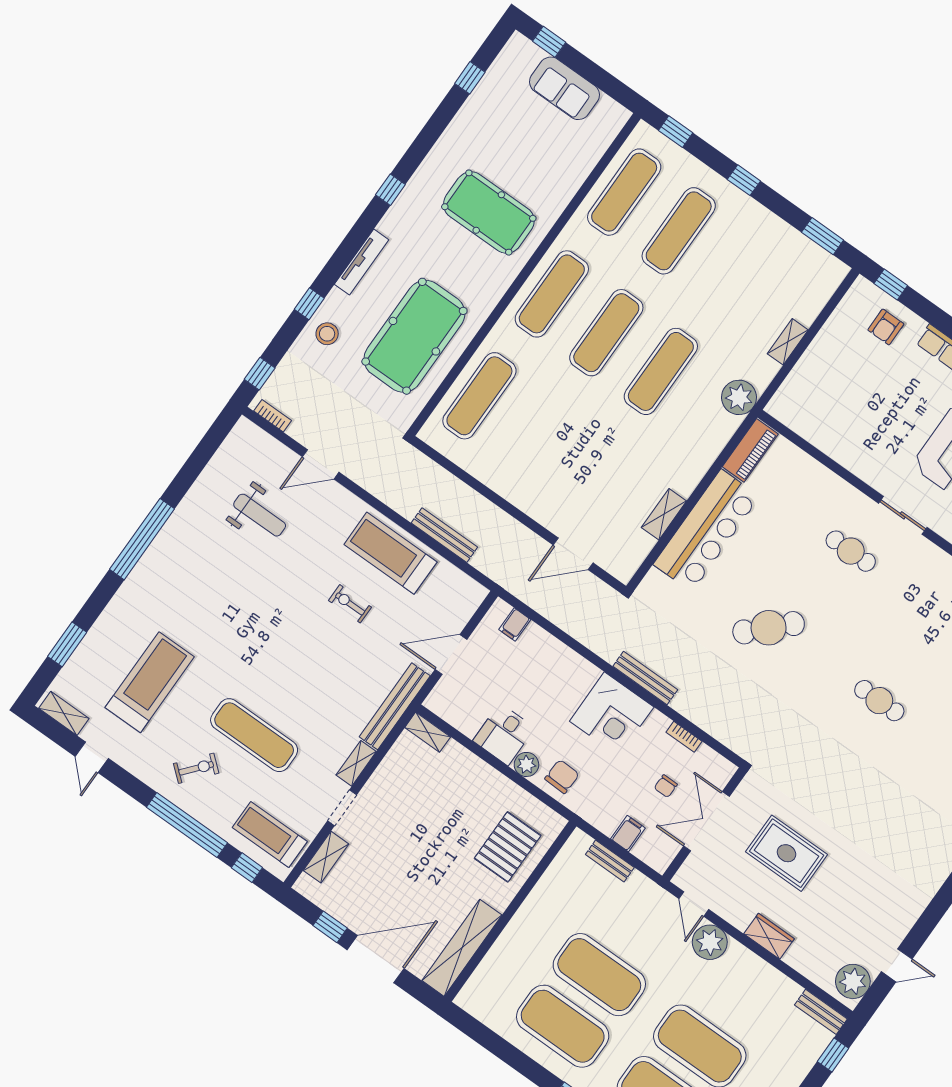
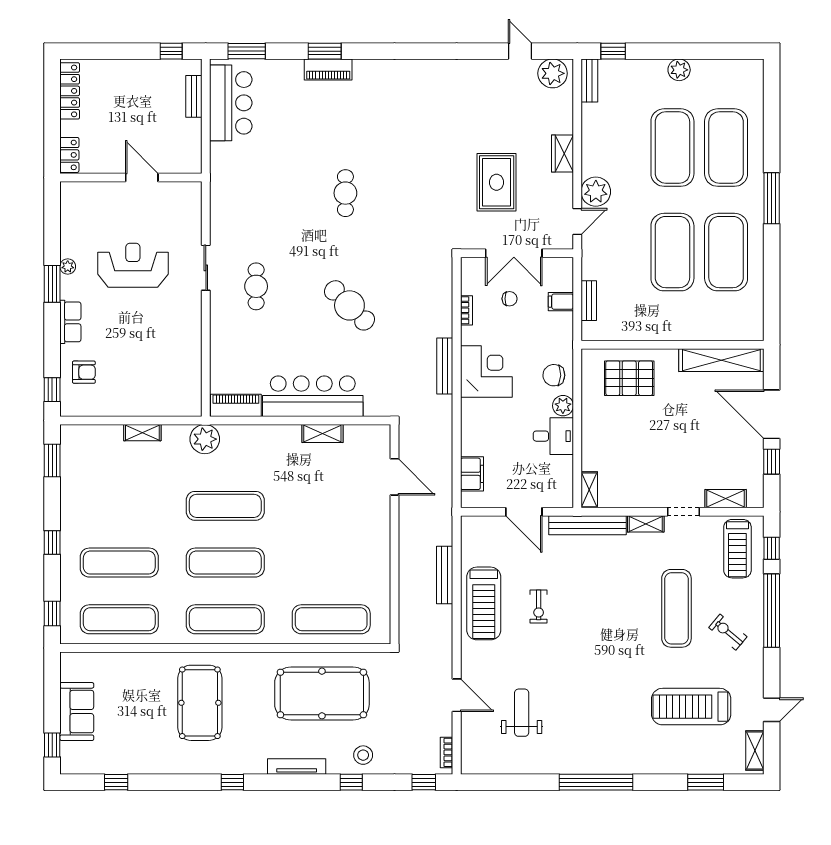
filing cabinet: (515, 625) -> (472, 474), width x2.00

